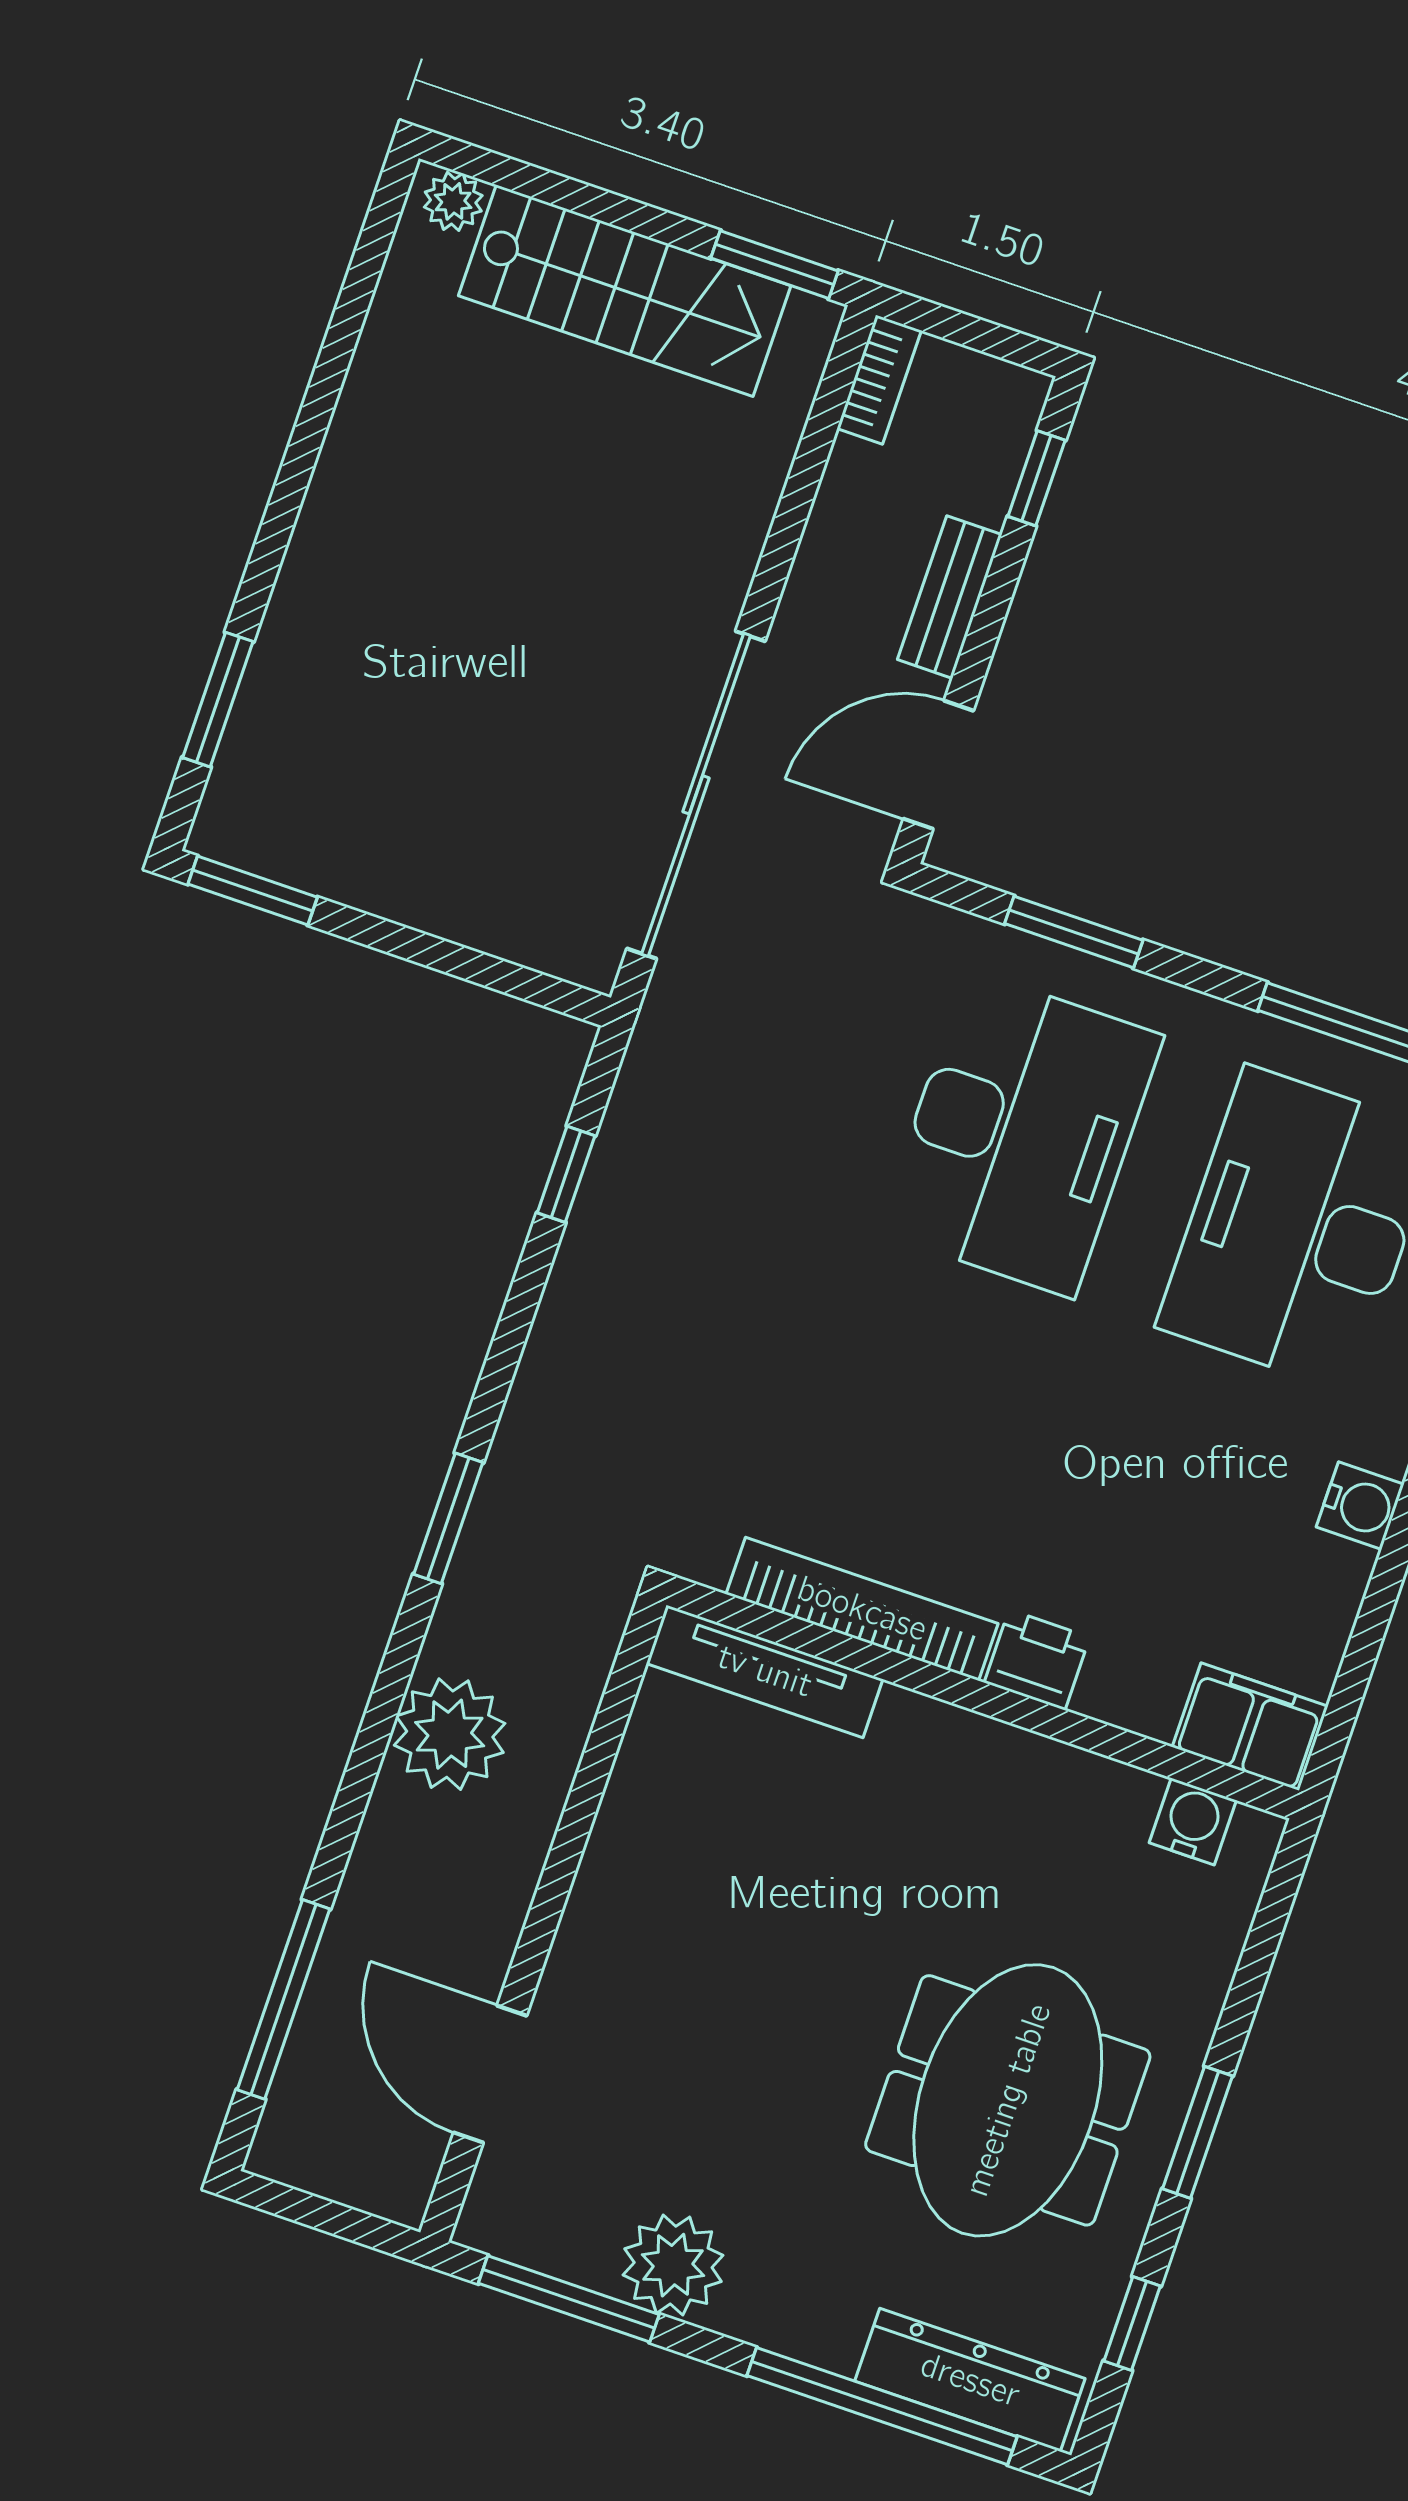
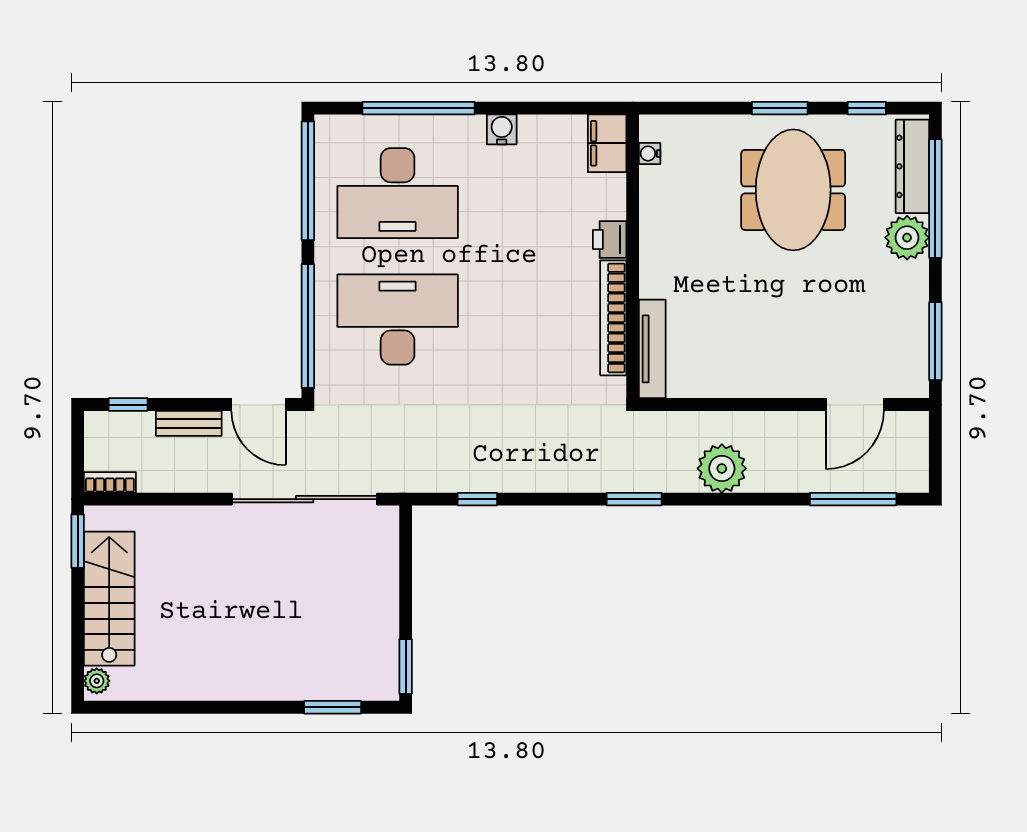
window: (1074, 932) -> (308, 326), width x2.11
water cooler: (1193, 1821) -> (650, 153), width x0.72, depth x0.72
meeting table: (1008, 2100) -> (793, 190), turned 90
plant: (673, 2265) -> (907, 238), moved

